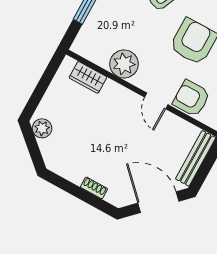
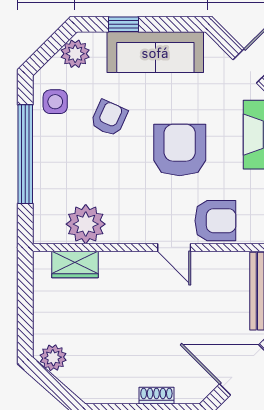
plant: (124, 64) -> (86, 224), moved
armchair: (191, 98) -> (215, 221), turned 180

